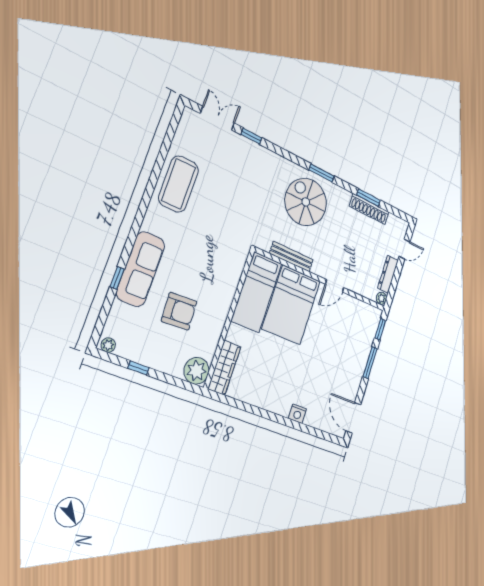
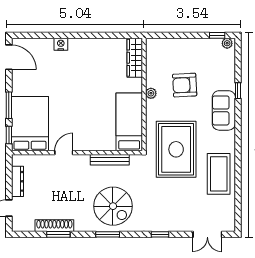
window: (251, 136) -> (160, 234), moved
rug: (217, 236) -> (176, 149), added
sofa: (141, 269) -> (224, 110), width x0.73
plant: (381, 298) -> (17, 160), removed
bed: (291, 305) -> (30, 124), moved
window: (138, 368) -> (217, 35), moved
plant: (197, 371) -> (151, 93), moved, width x0.53, depth x0.53

